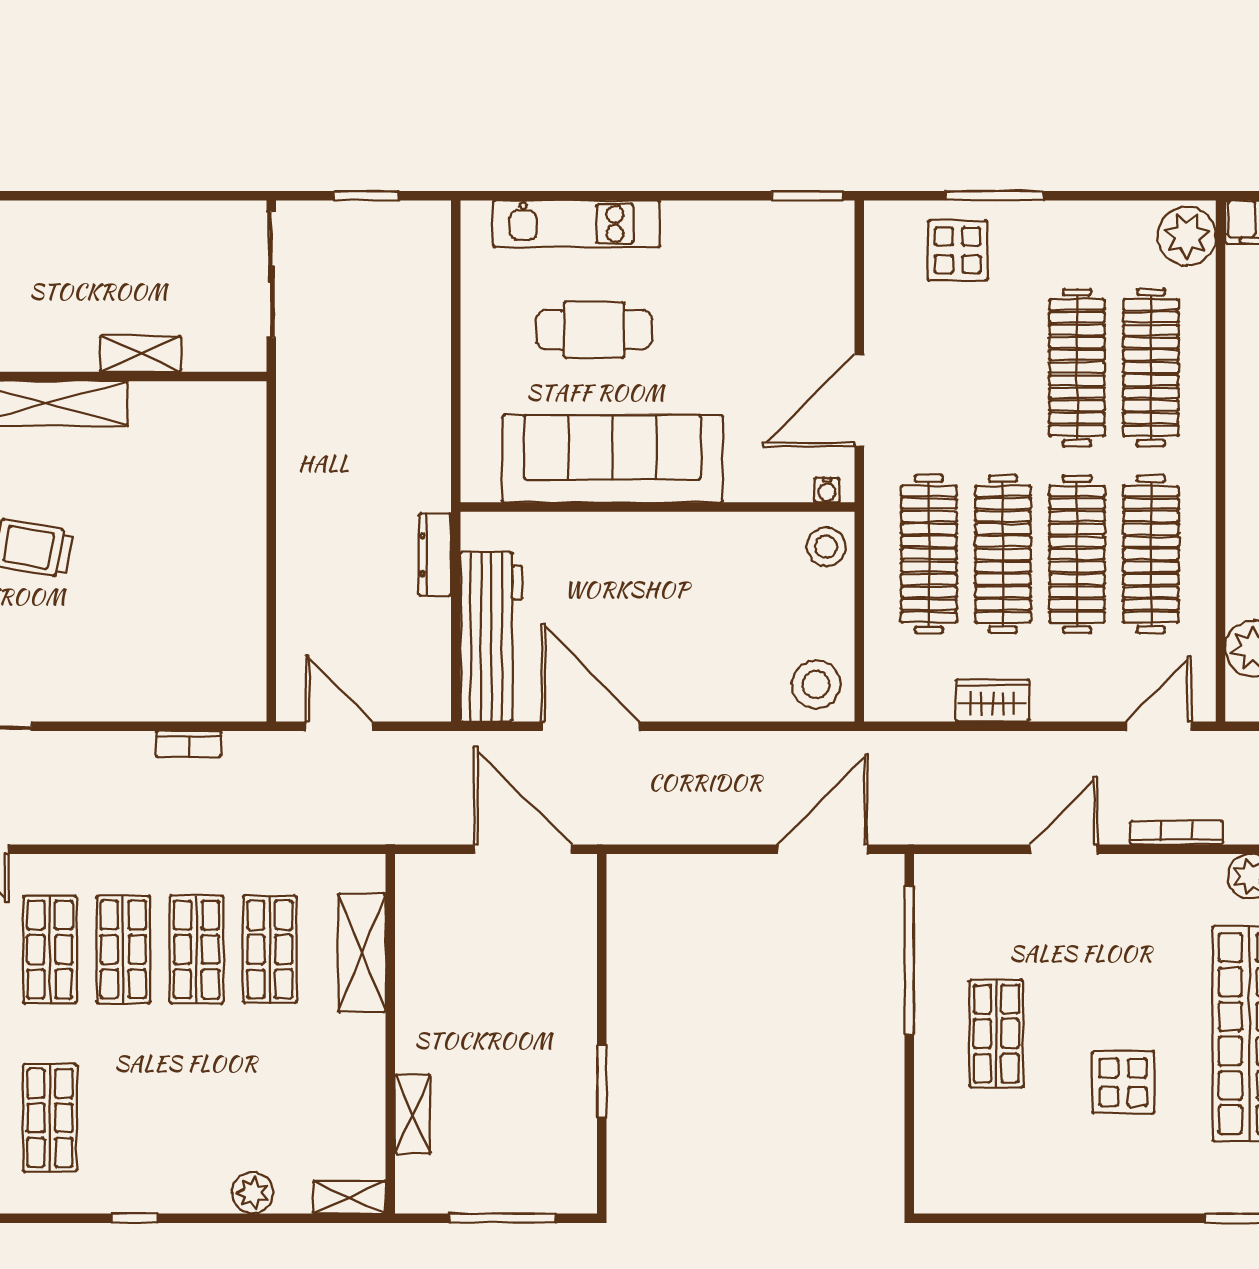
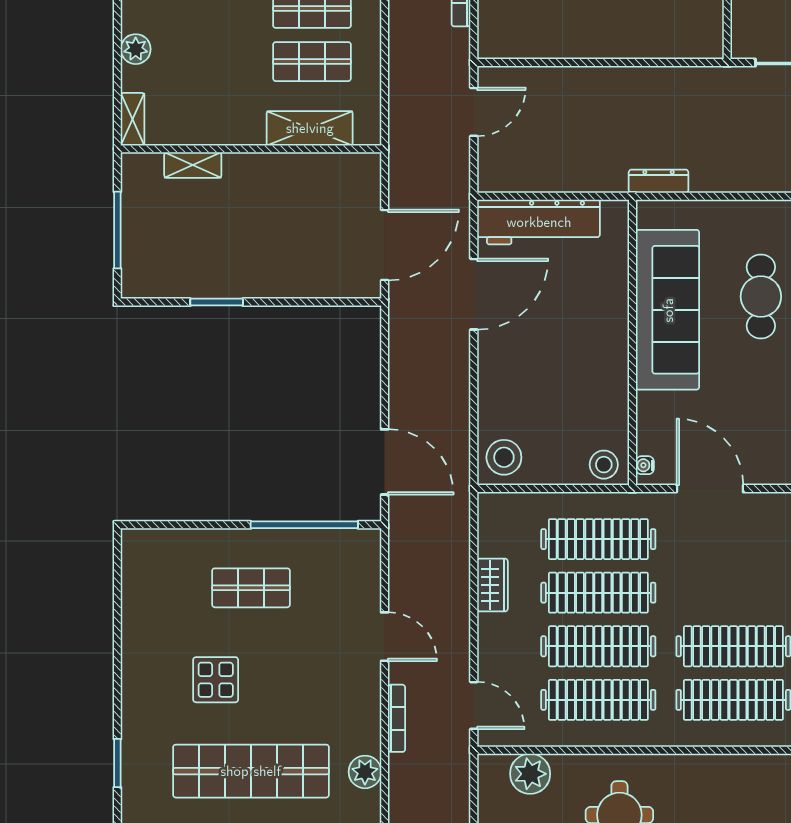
dresser: (435, 555) -> (659, 181), moved

